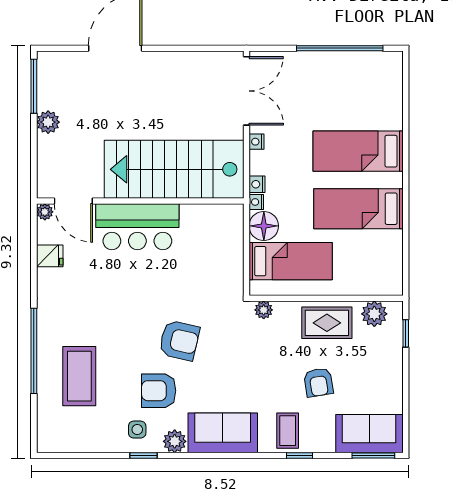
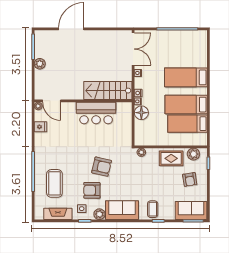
stairs: (174, 169) -> (108, 91), width x0.73, depth x0.66
bar counter: (137, 227) -> (96, 113), moved
bed: (291, 261) -> (188, 124), moved, turned 180
armchair: (318, 382) -> (190, 179), moved
fireplace: (87, 441) -> (58, 214), added

